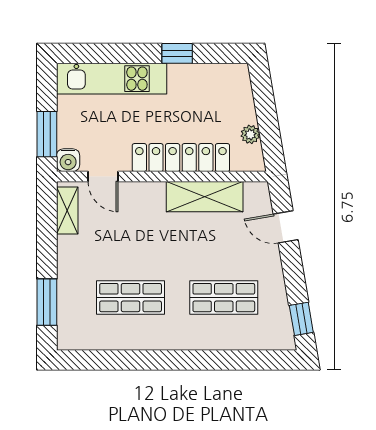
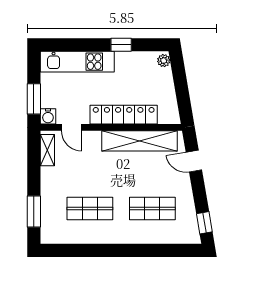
plant: (250, 134) -> (164, 61), moved
shelving: (205, 197) -> (140, 141), width x1.47

